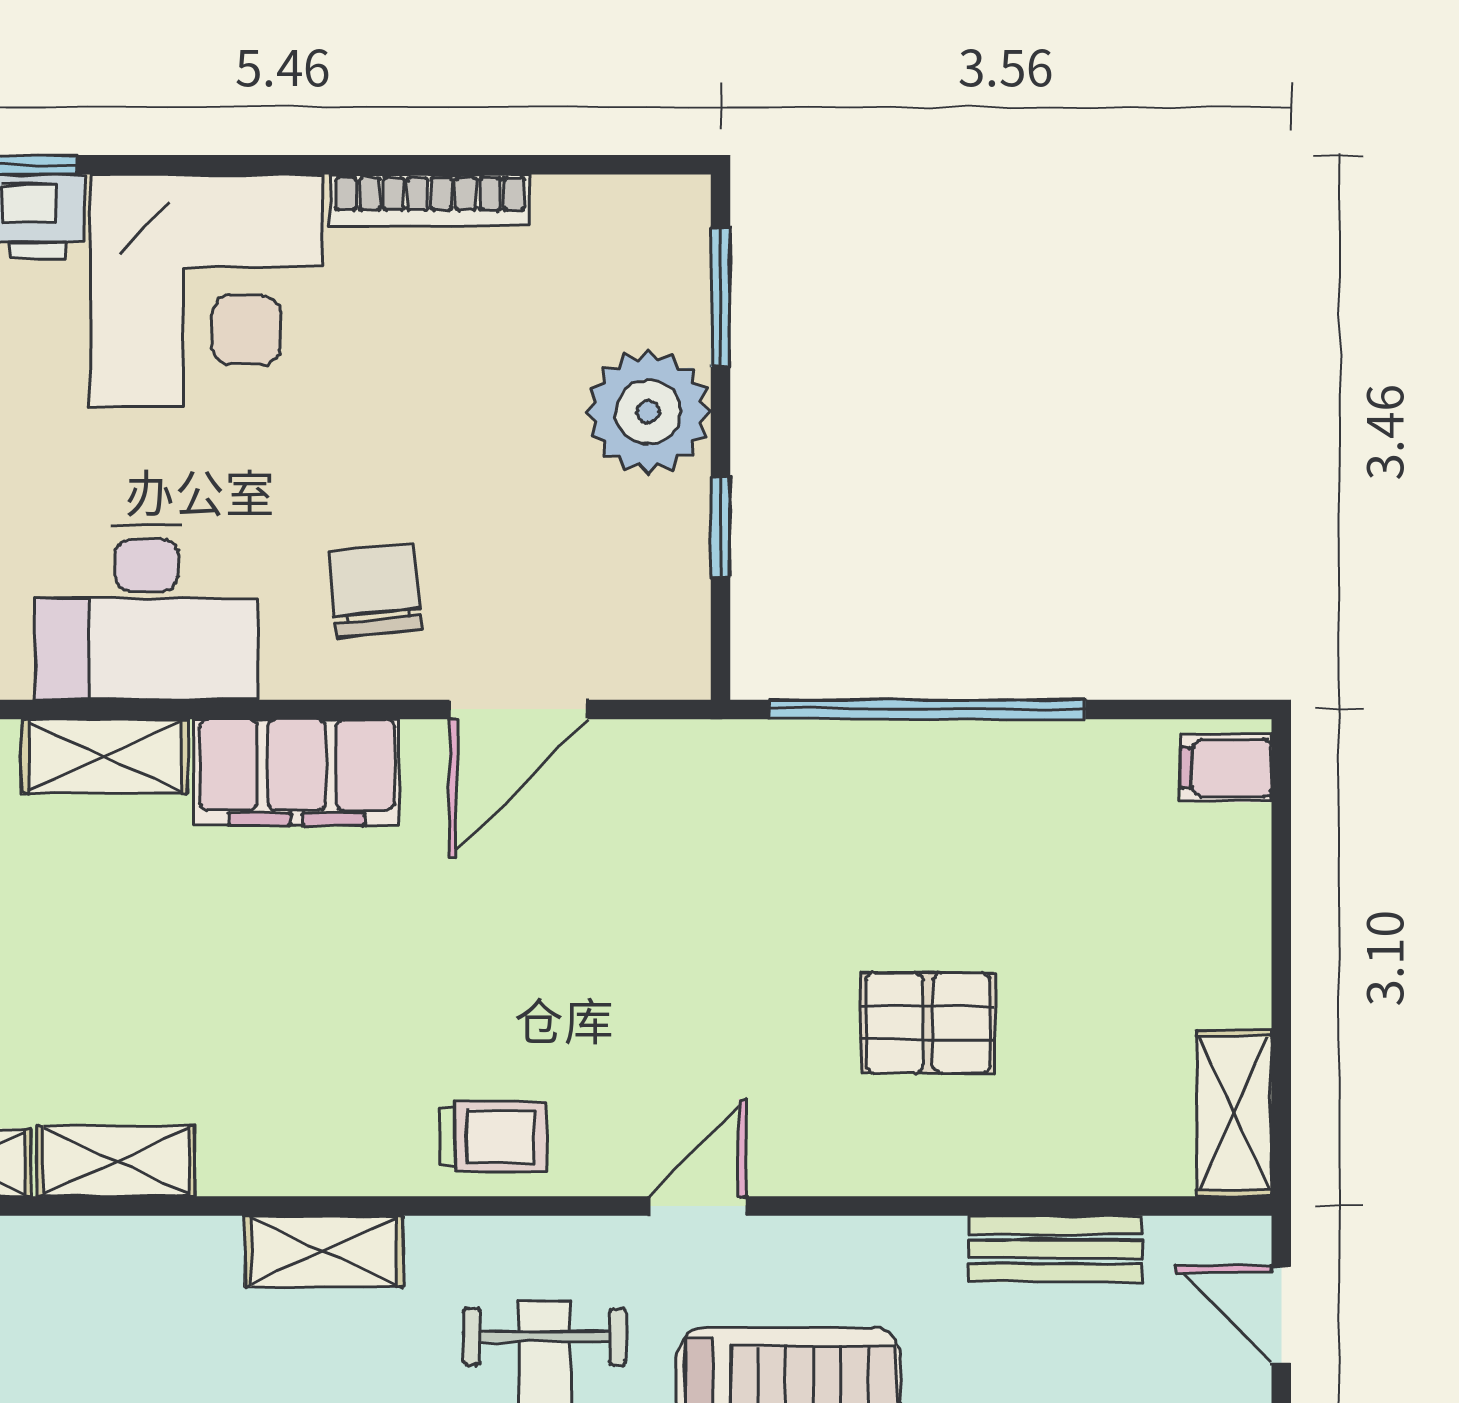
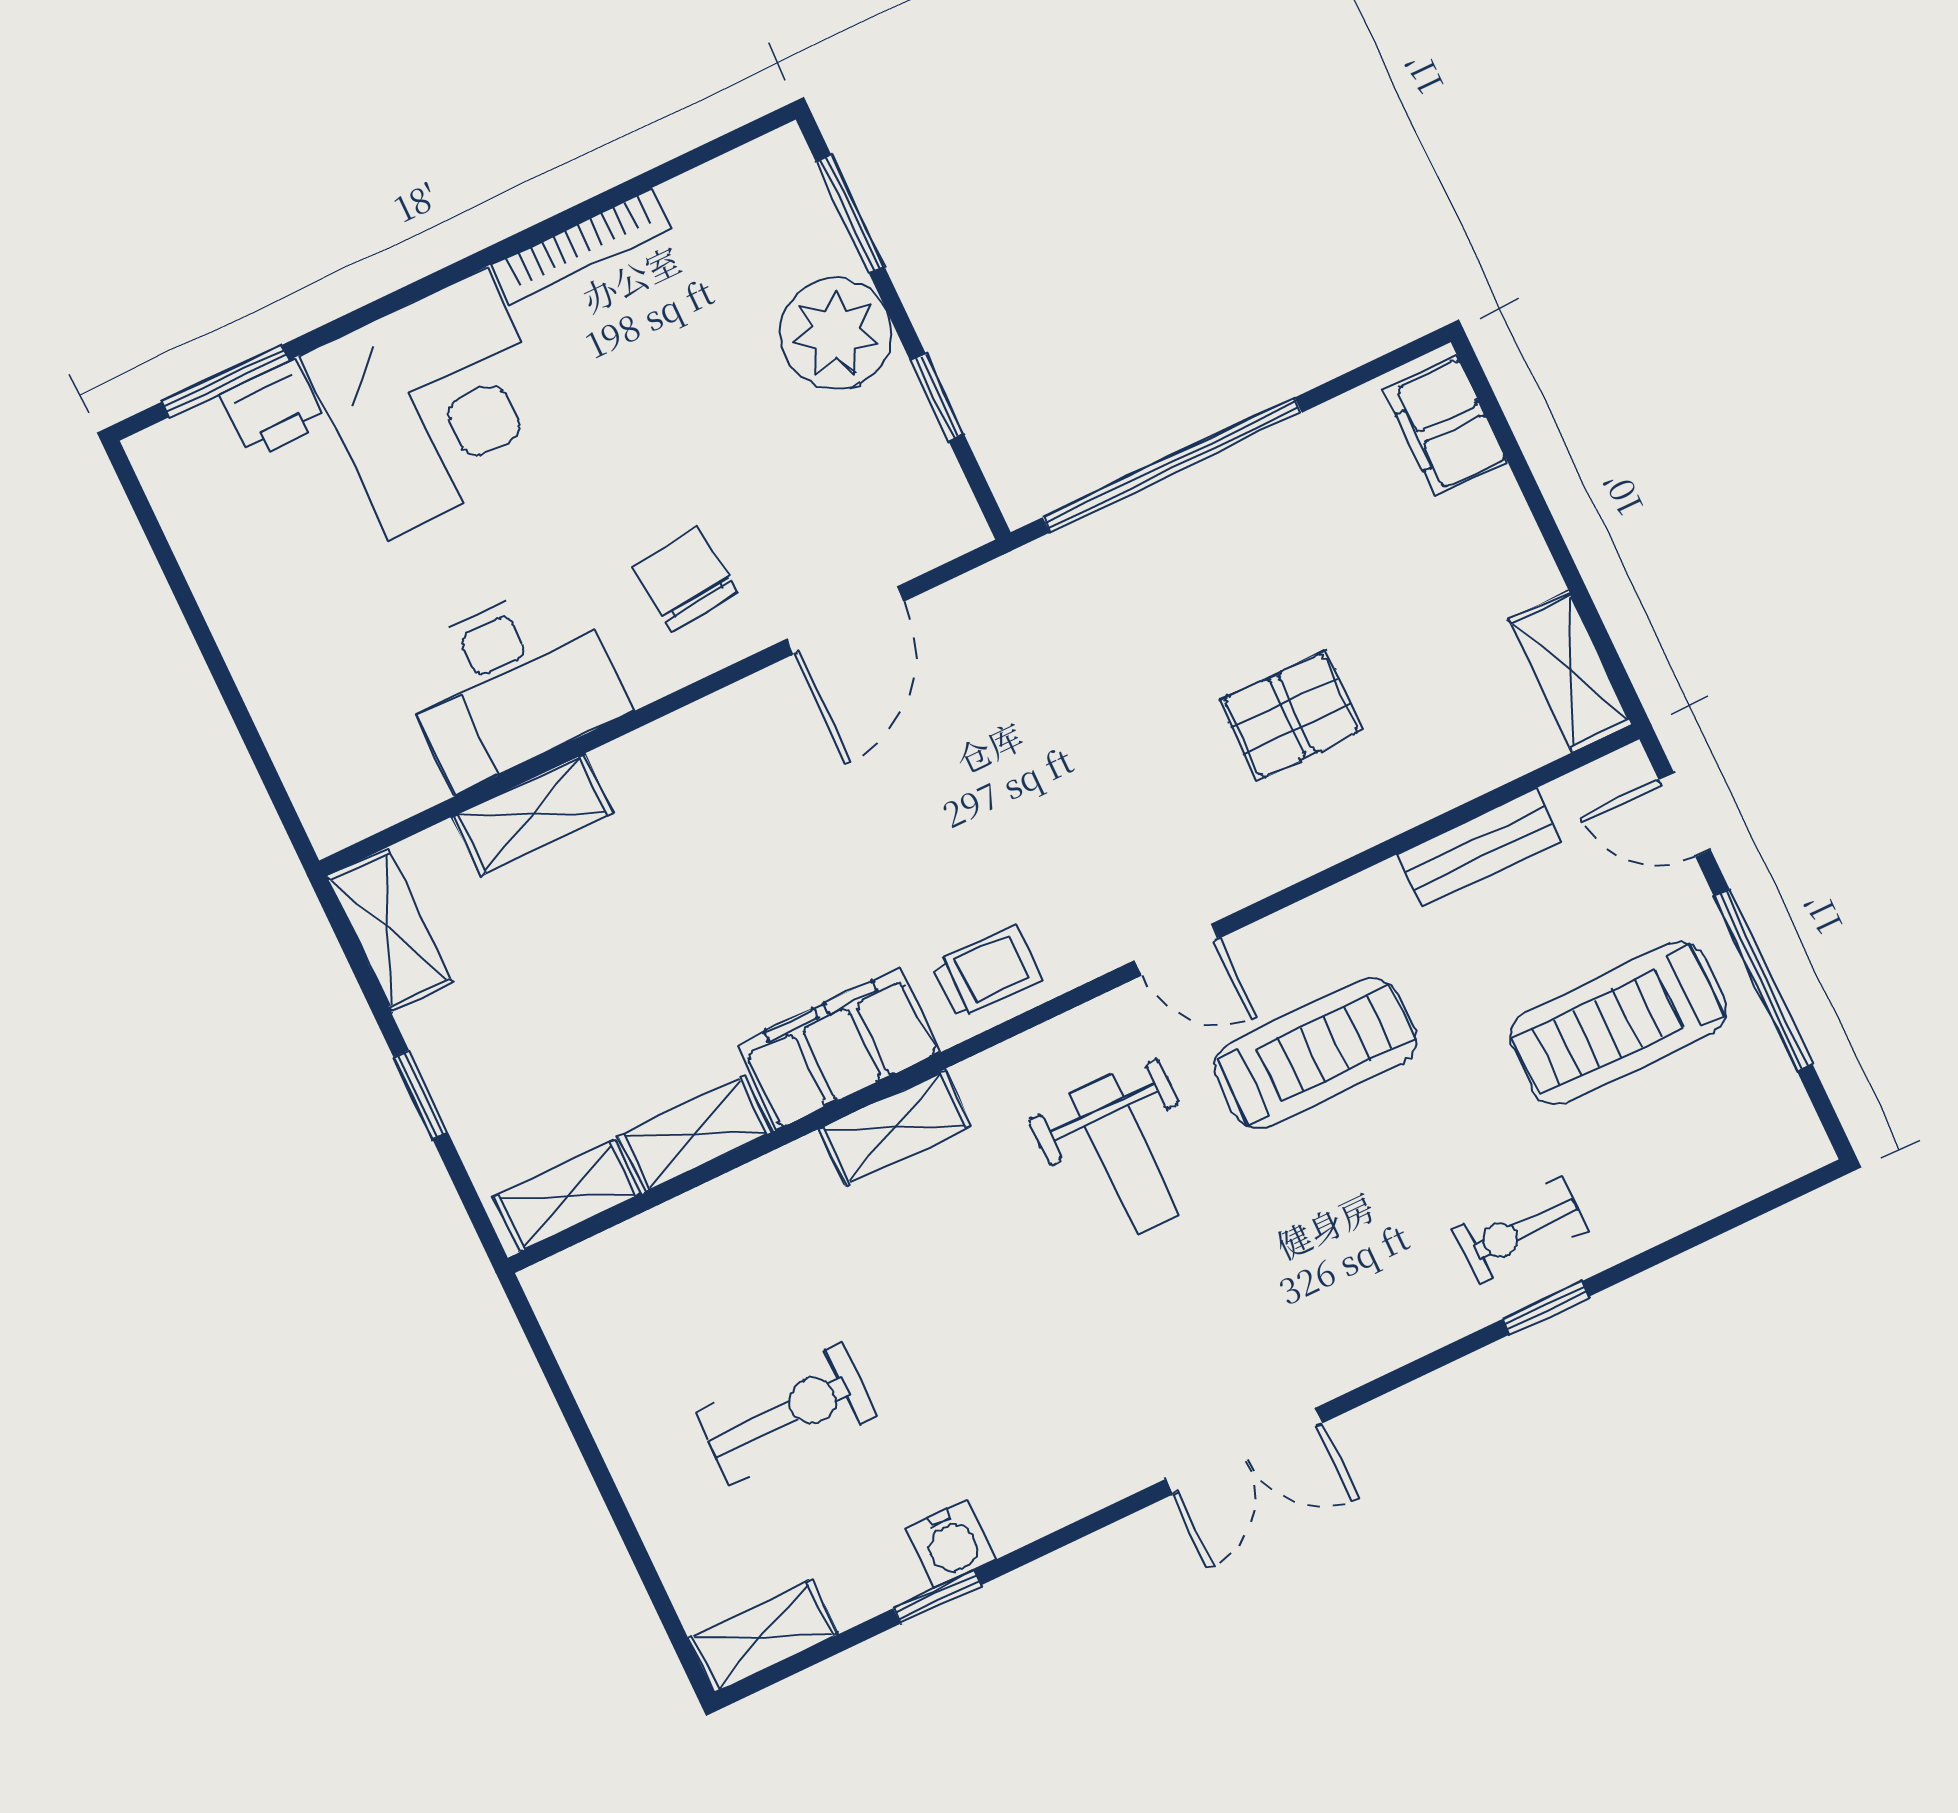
filing cabinet: (1226, 768) -> (1446, 426), width x2.00
filing cabinet: (297, 772) -> (838, 1049), moved, turned 180
door: (697, 1206) -> (1177, 949), swing flipped

